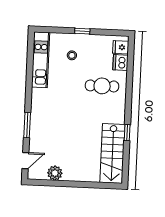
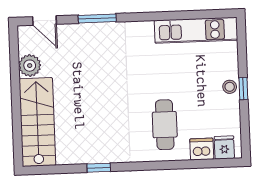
stool: (72, 55) -> (230, 87), moved
stairs: (112, 153) -> (37, 122), moved, turned 90

